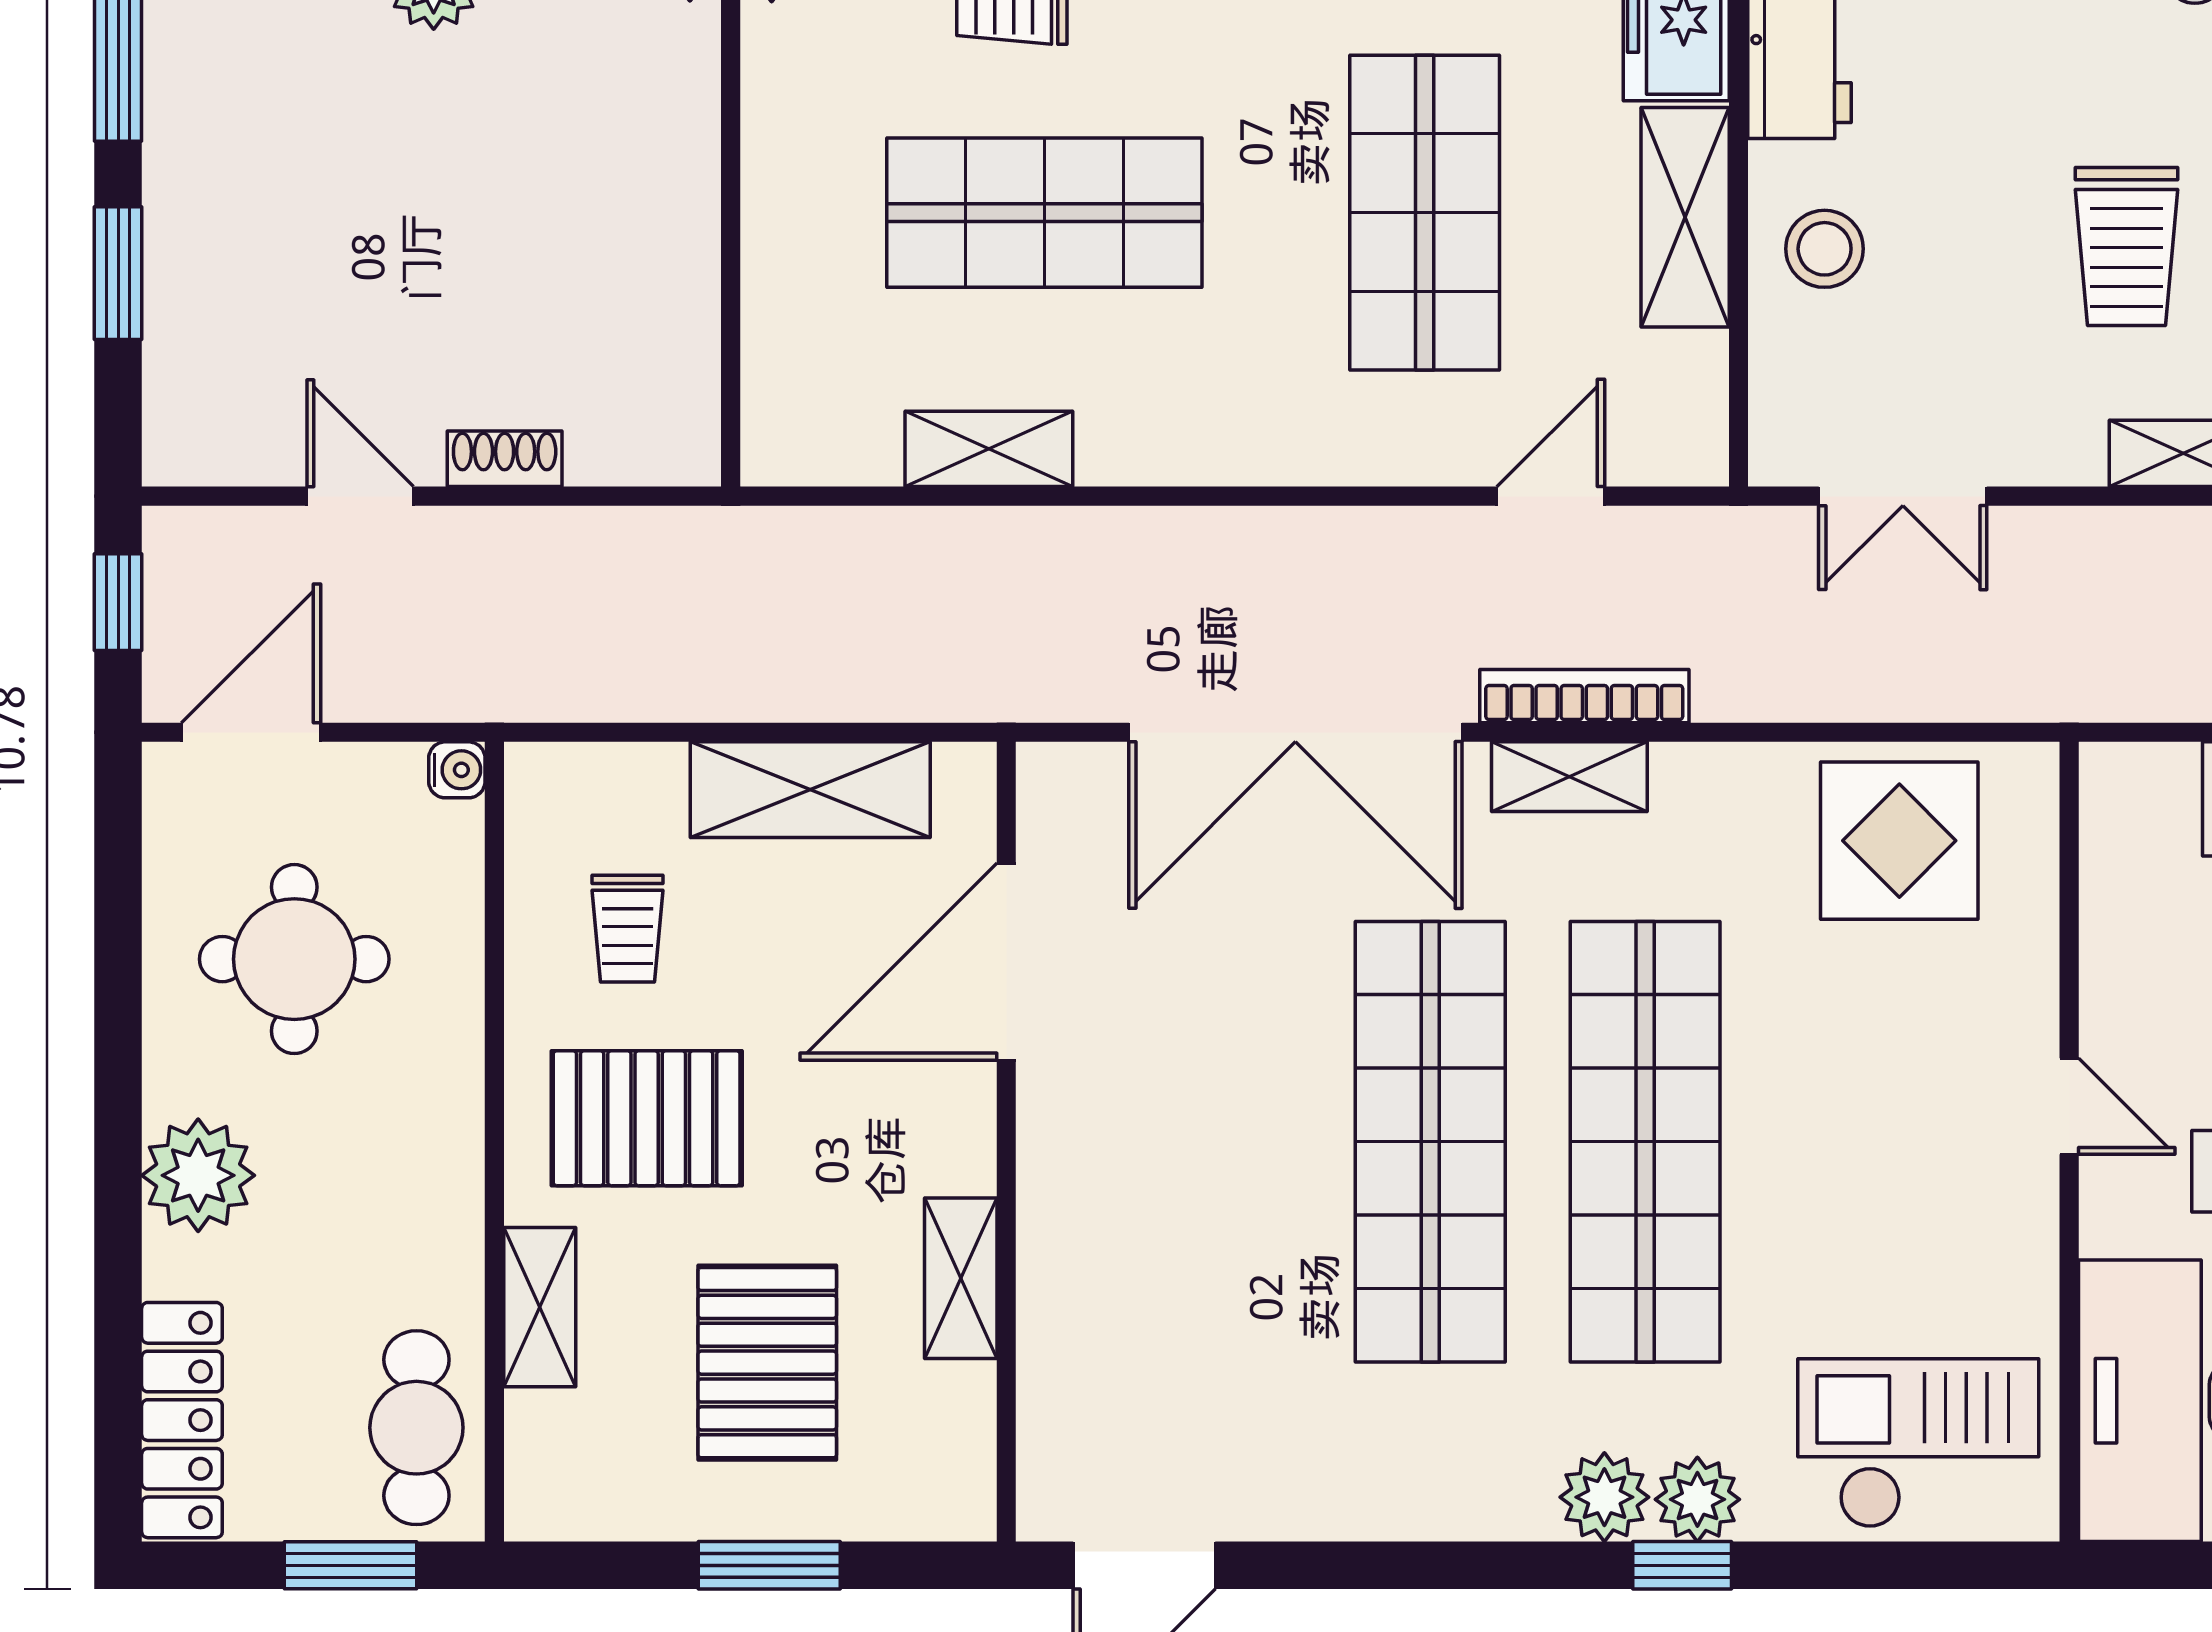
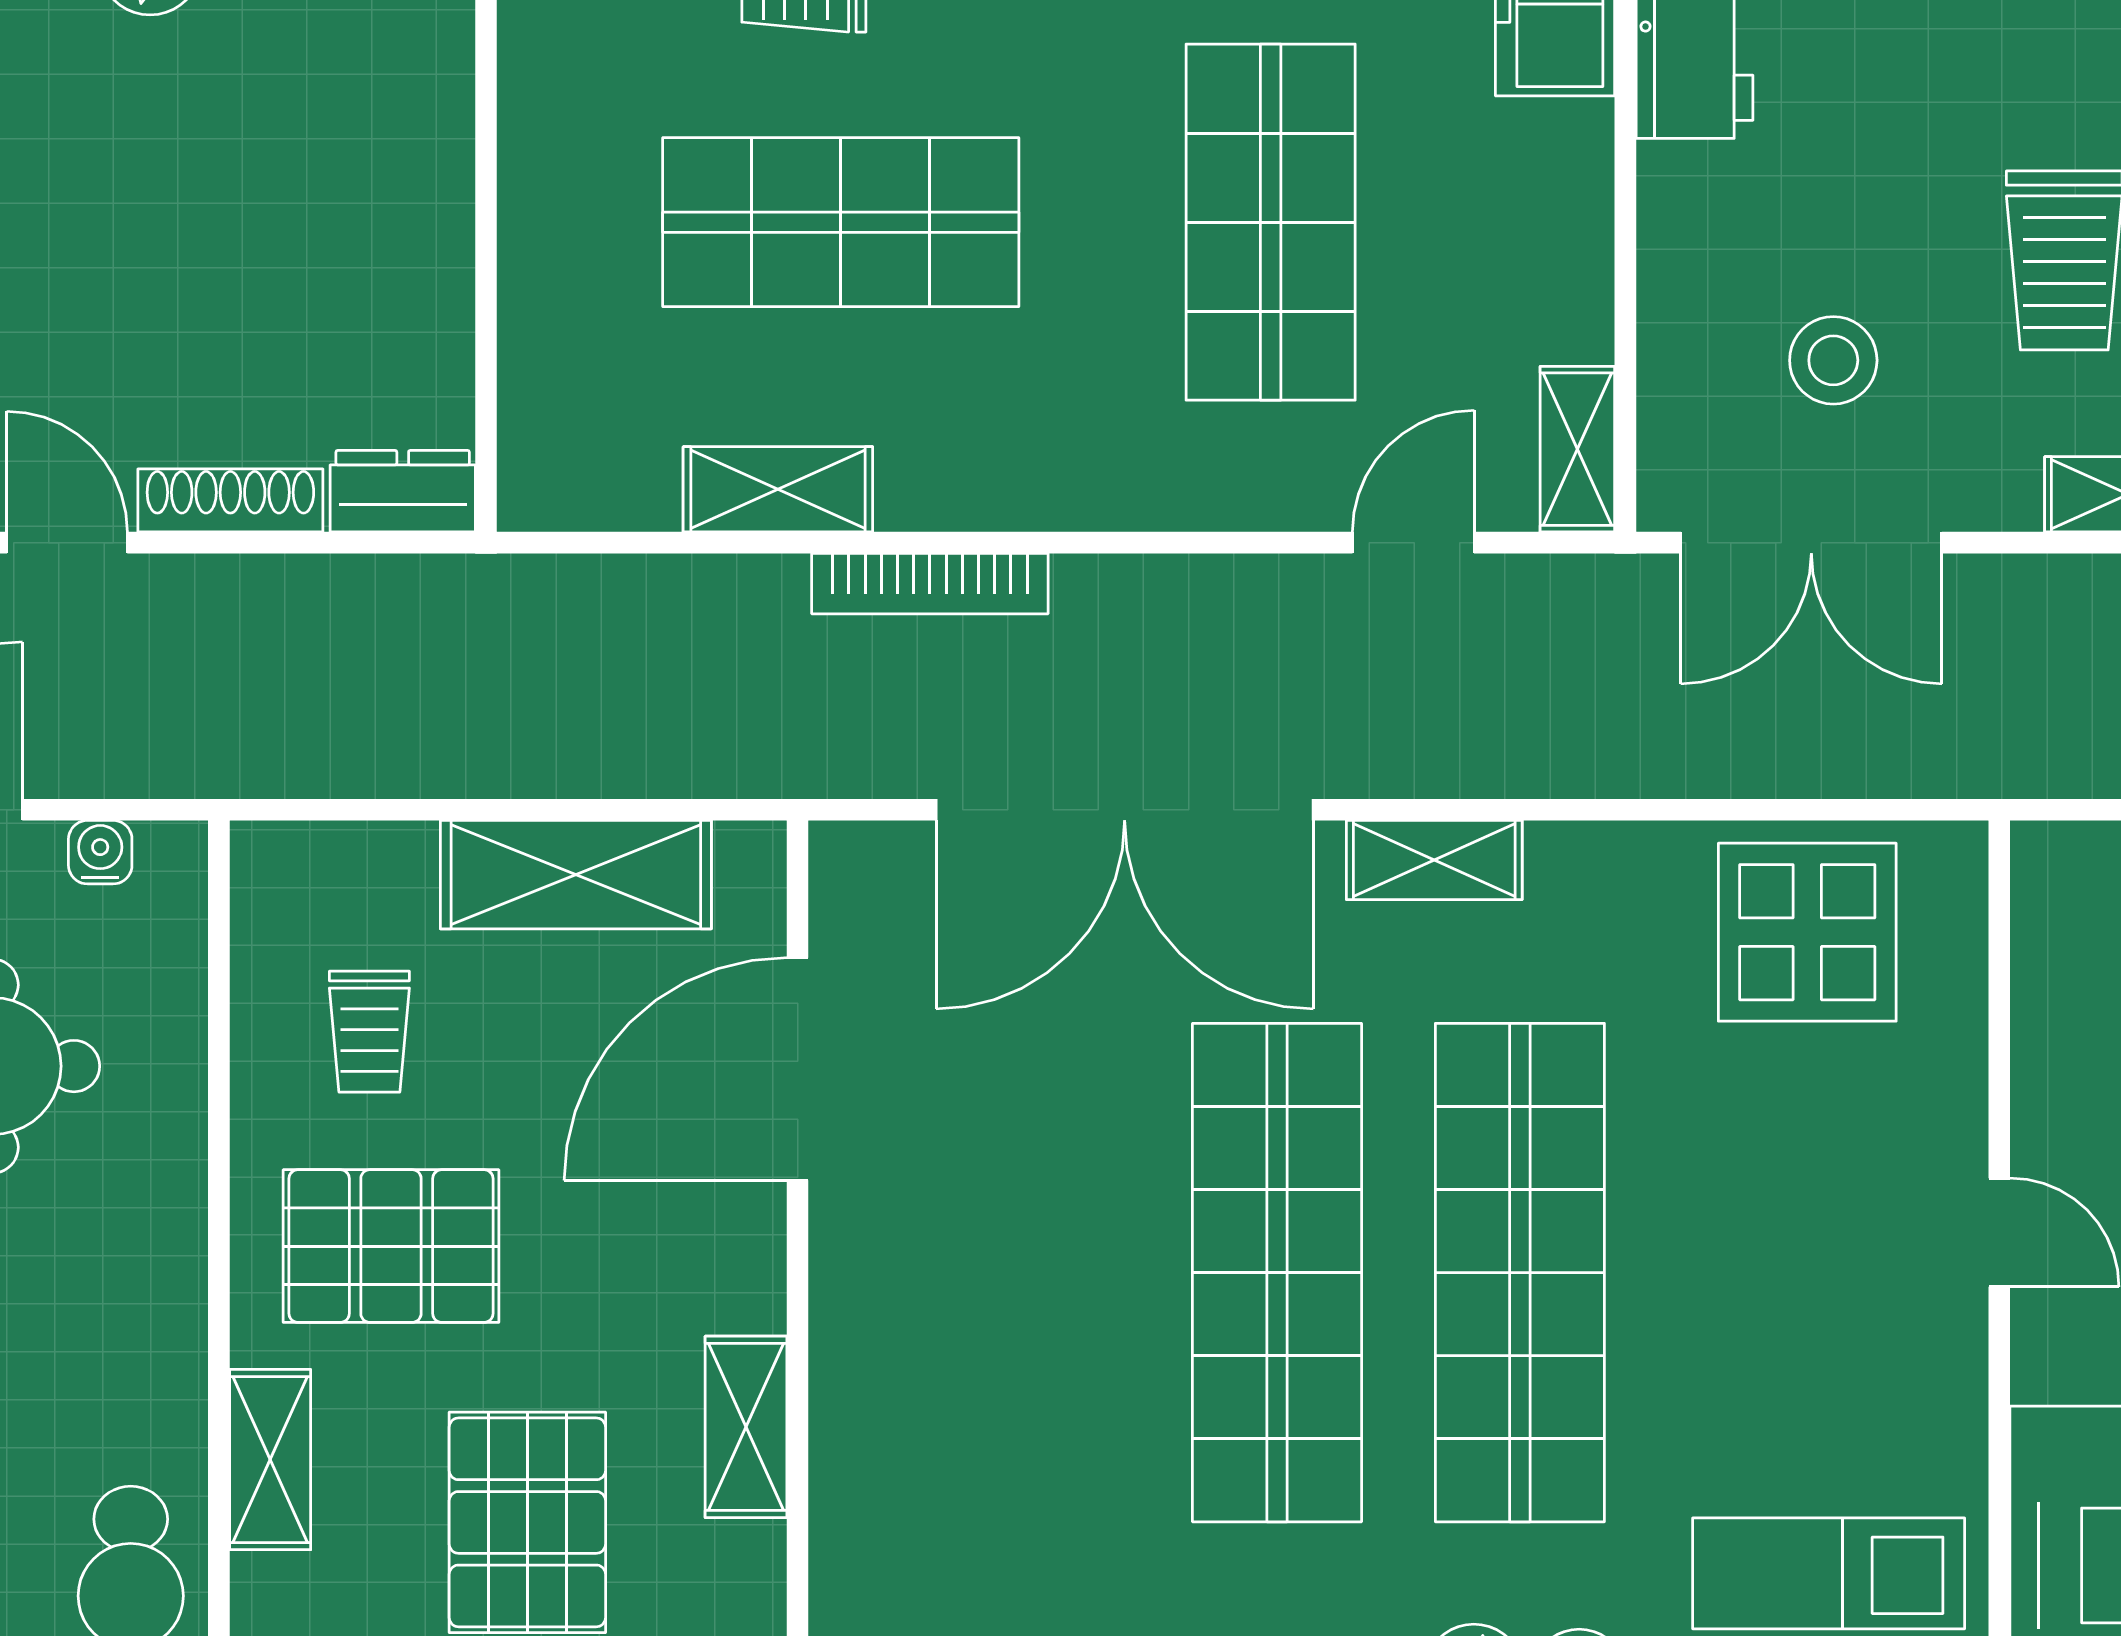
shelving: (1685, 217) -> (1577, 449), moved, width x0.67, depth x0.75
stool: (1825, 249) -> (1833, 360), moved
dresser: (657, 451) -> (403, 491), added
shoe rack: (505, 459) -> (230, 500), width x1.43
double door: (1903, 496) -> (1811, 543), width x1.37
bookcase: (1584, 696) -> (930, 584), moved, turned 180
water cooler: (457, 770) -> (100, 852), moved, turned -90

